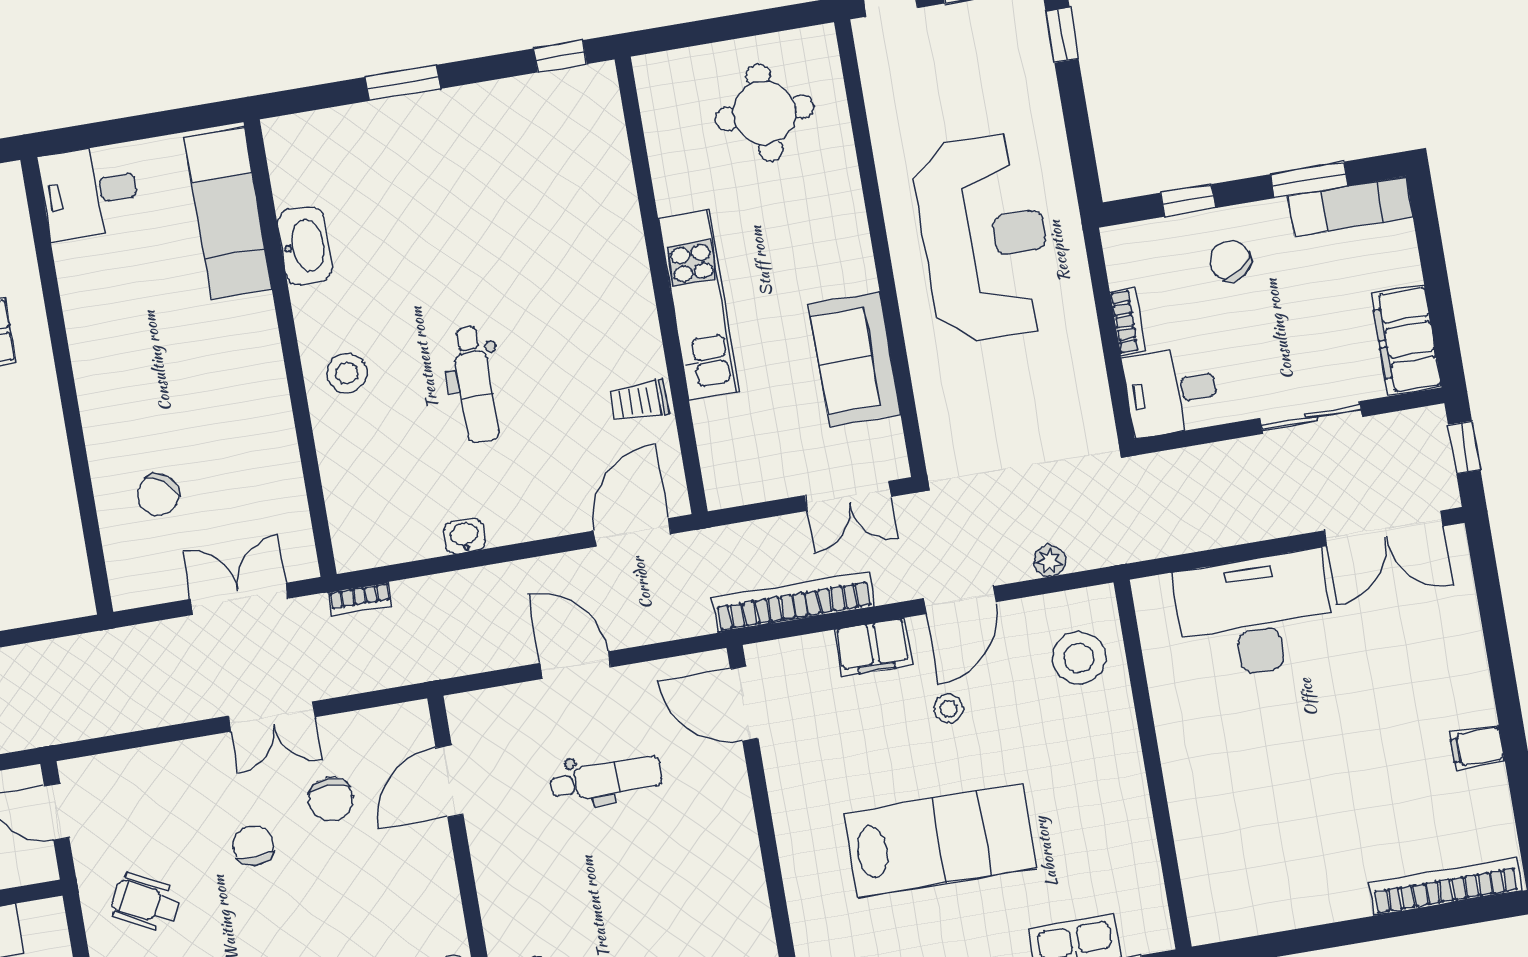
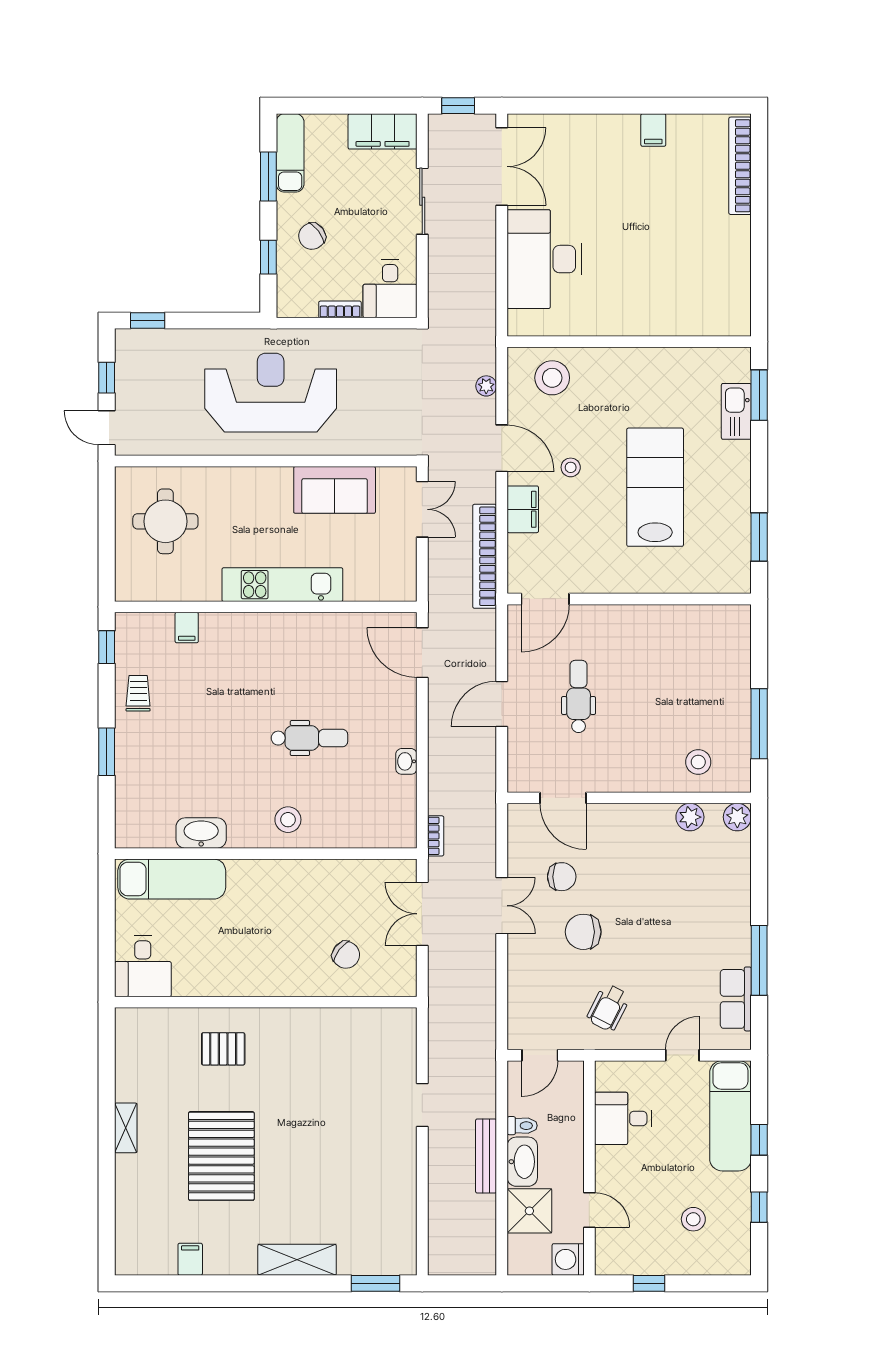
filing cabinet: (610, 172) -> (187, 628), added
trolley: (639, 401) -> (138, 693), moved, turned 180
chair: (253, 846) -> (583, 932), width x1.37, depth x1.37

